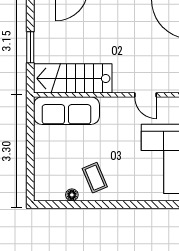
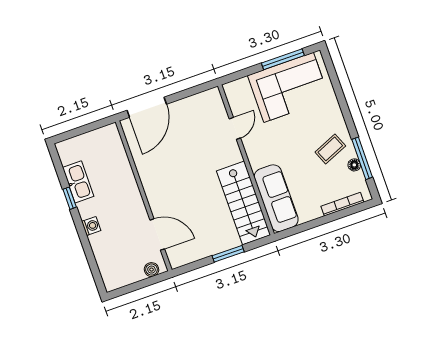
bookcase: (39, 171) -> (342, 204), added
window: (75, 204) -> (362, 158), added

